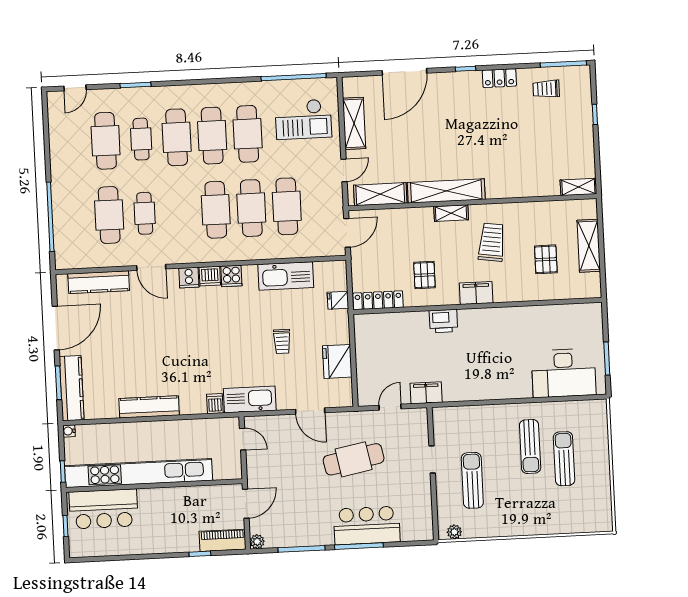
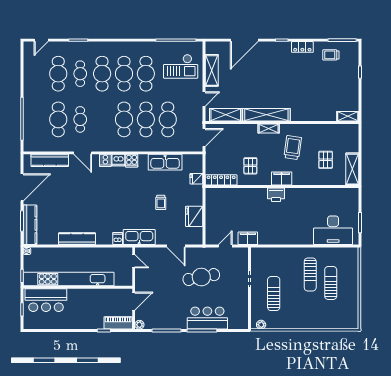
shelving: (589, 246) -> (352, 169), moved
printer: (443, 321) -> (276, 195), moved

